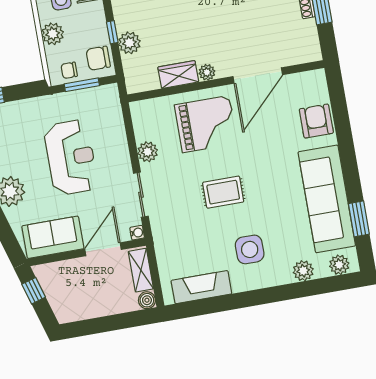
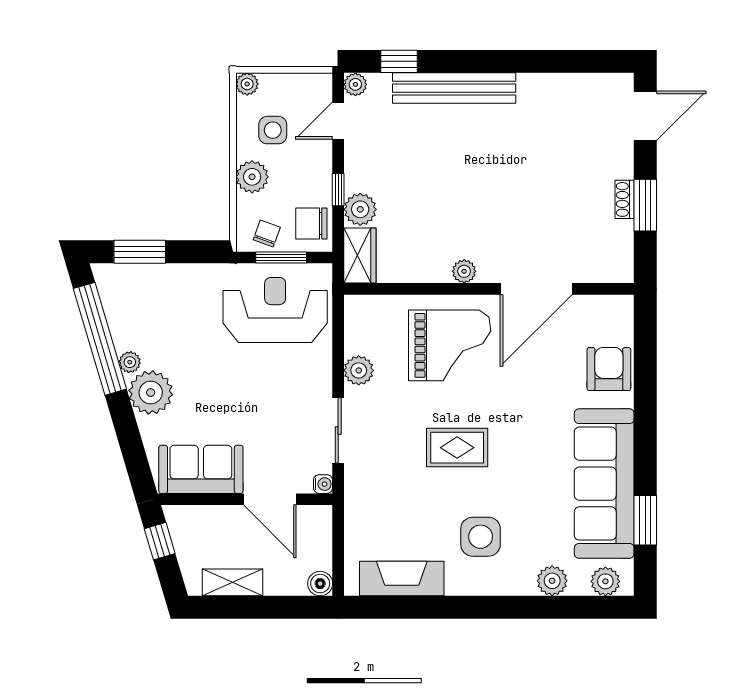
chair: (69, 70) -> (267, 234), turned 110
wardrobe: (178, 74) -> (360, 256), moved, turned 90
reception desk: (71, 157) -> (275, 310), moved, turned -90
door: (103, 249) -> (270, 499), swing flipped
shelving: (141, 270) -> (232, 582), moved, turned 90

